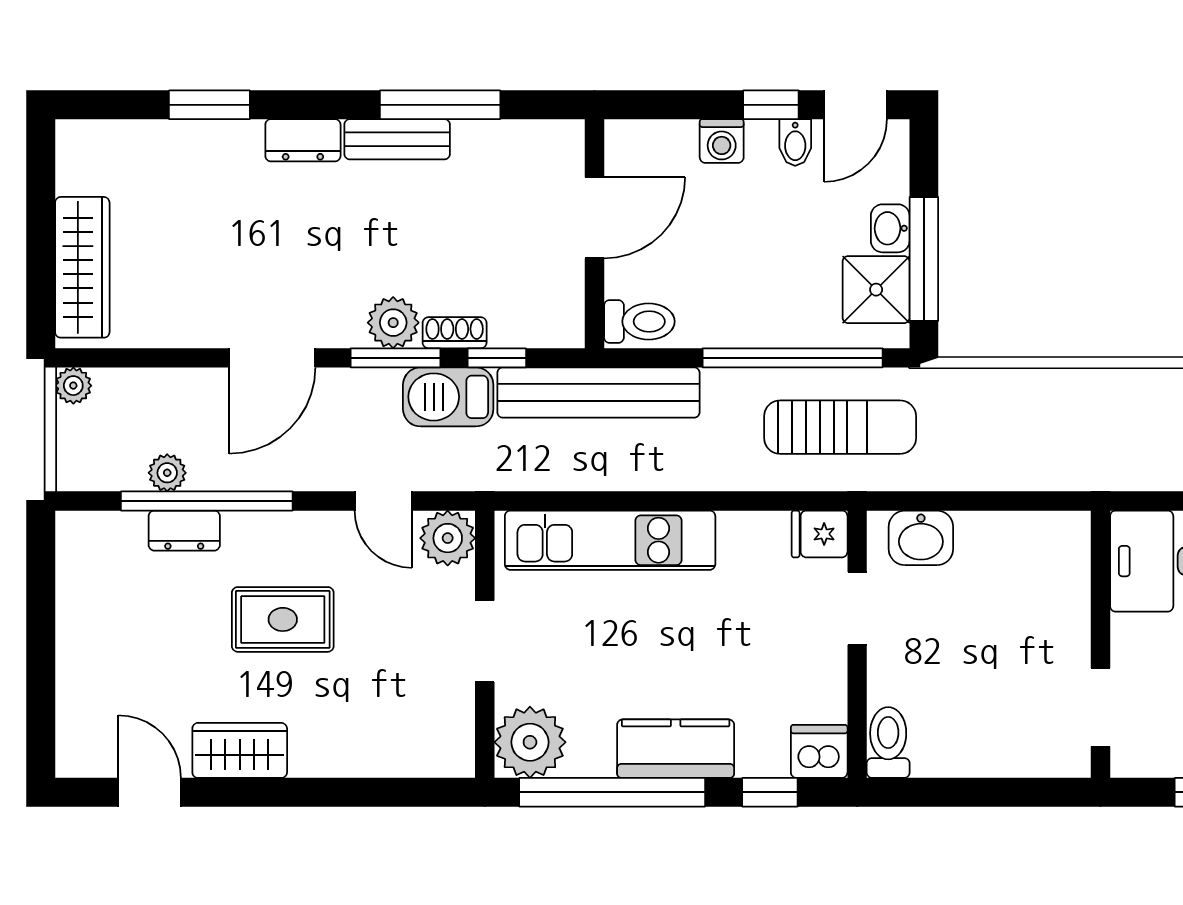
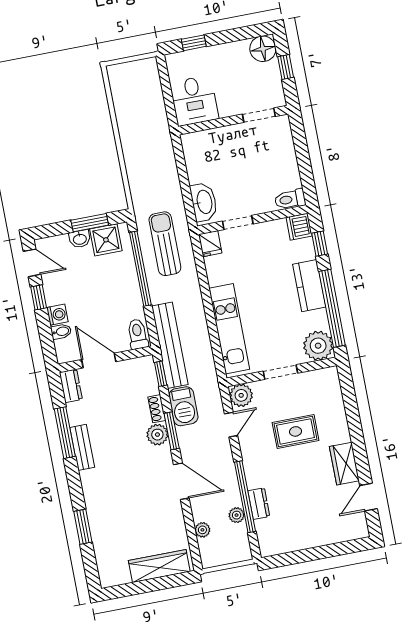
dresser: (303, 140) -> (71, 386), moved
bidet: (795, 142) -> (61, 332), moved
window: (924, 259) -> (90, 223), width x0.69
window: (497, 358) -> (161, 374), moved
plant: (73, 386) -> (202, 530), moved
washbasin: (921, 538) -> (204, 202), width x1.38
rug: (283, 619) -> (296, 431), moved, turned 90

